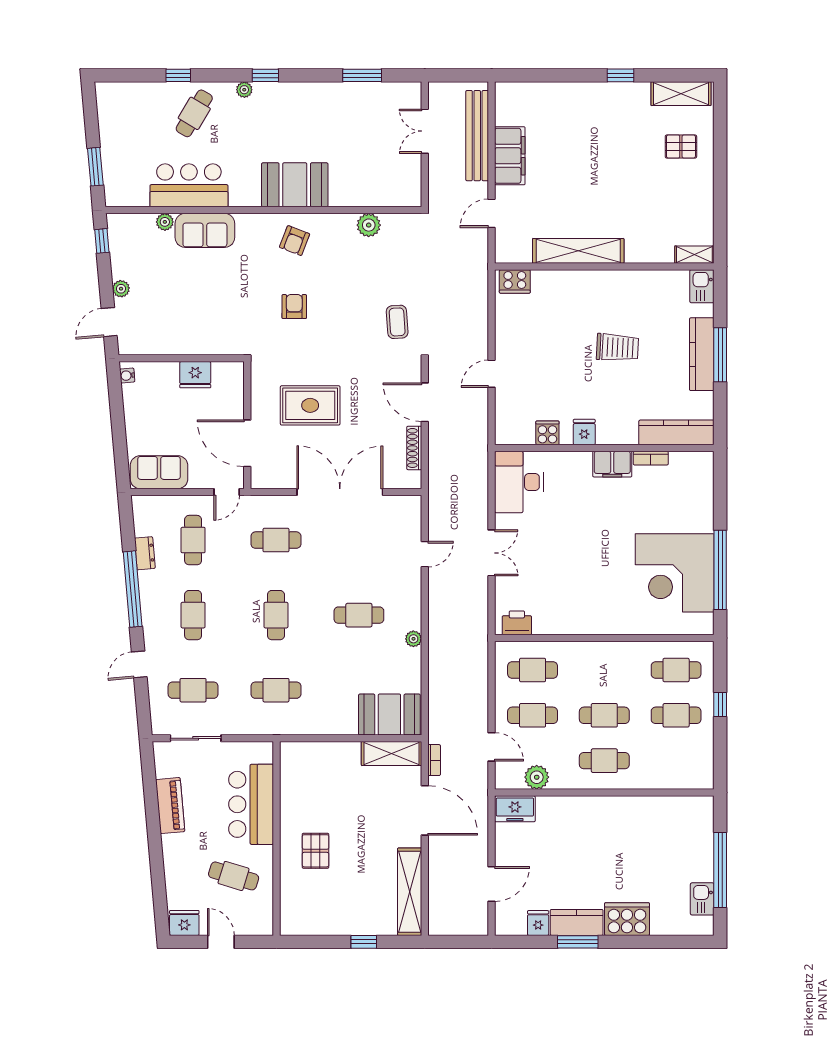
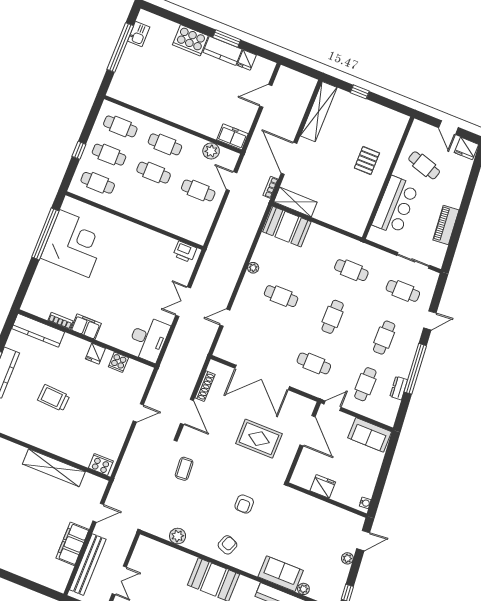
cafe table: (533, 670) -> (120, 126), moved

